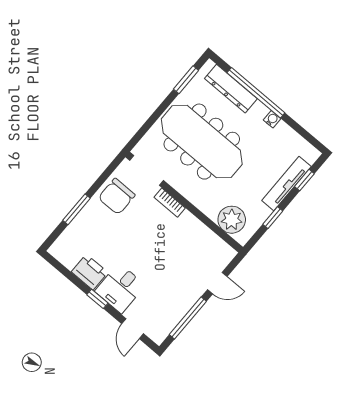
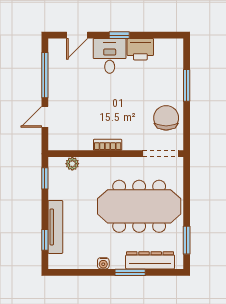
window: (256, 93) -> (130, 272), width x0.47
bookcase: (170, 203) -> (108, 145), moved
window: (273, 218) -> (45, 178), moved
plant: (232, 220) -> (72, 164), width x0.53, depth x0.53
door: (133, 329) -> (77, 35), swing flipped

